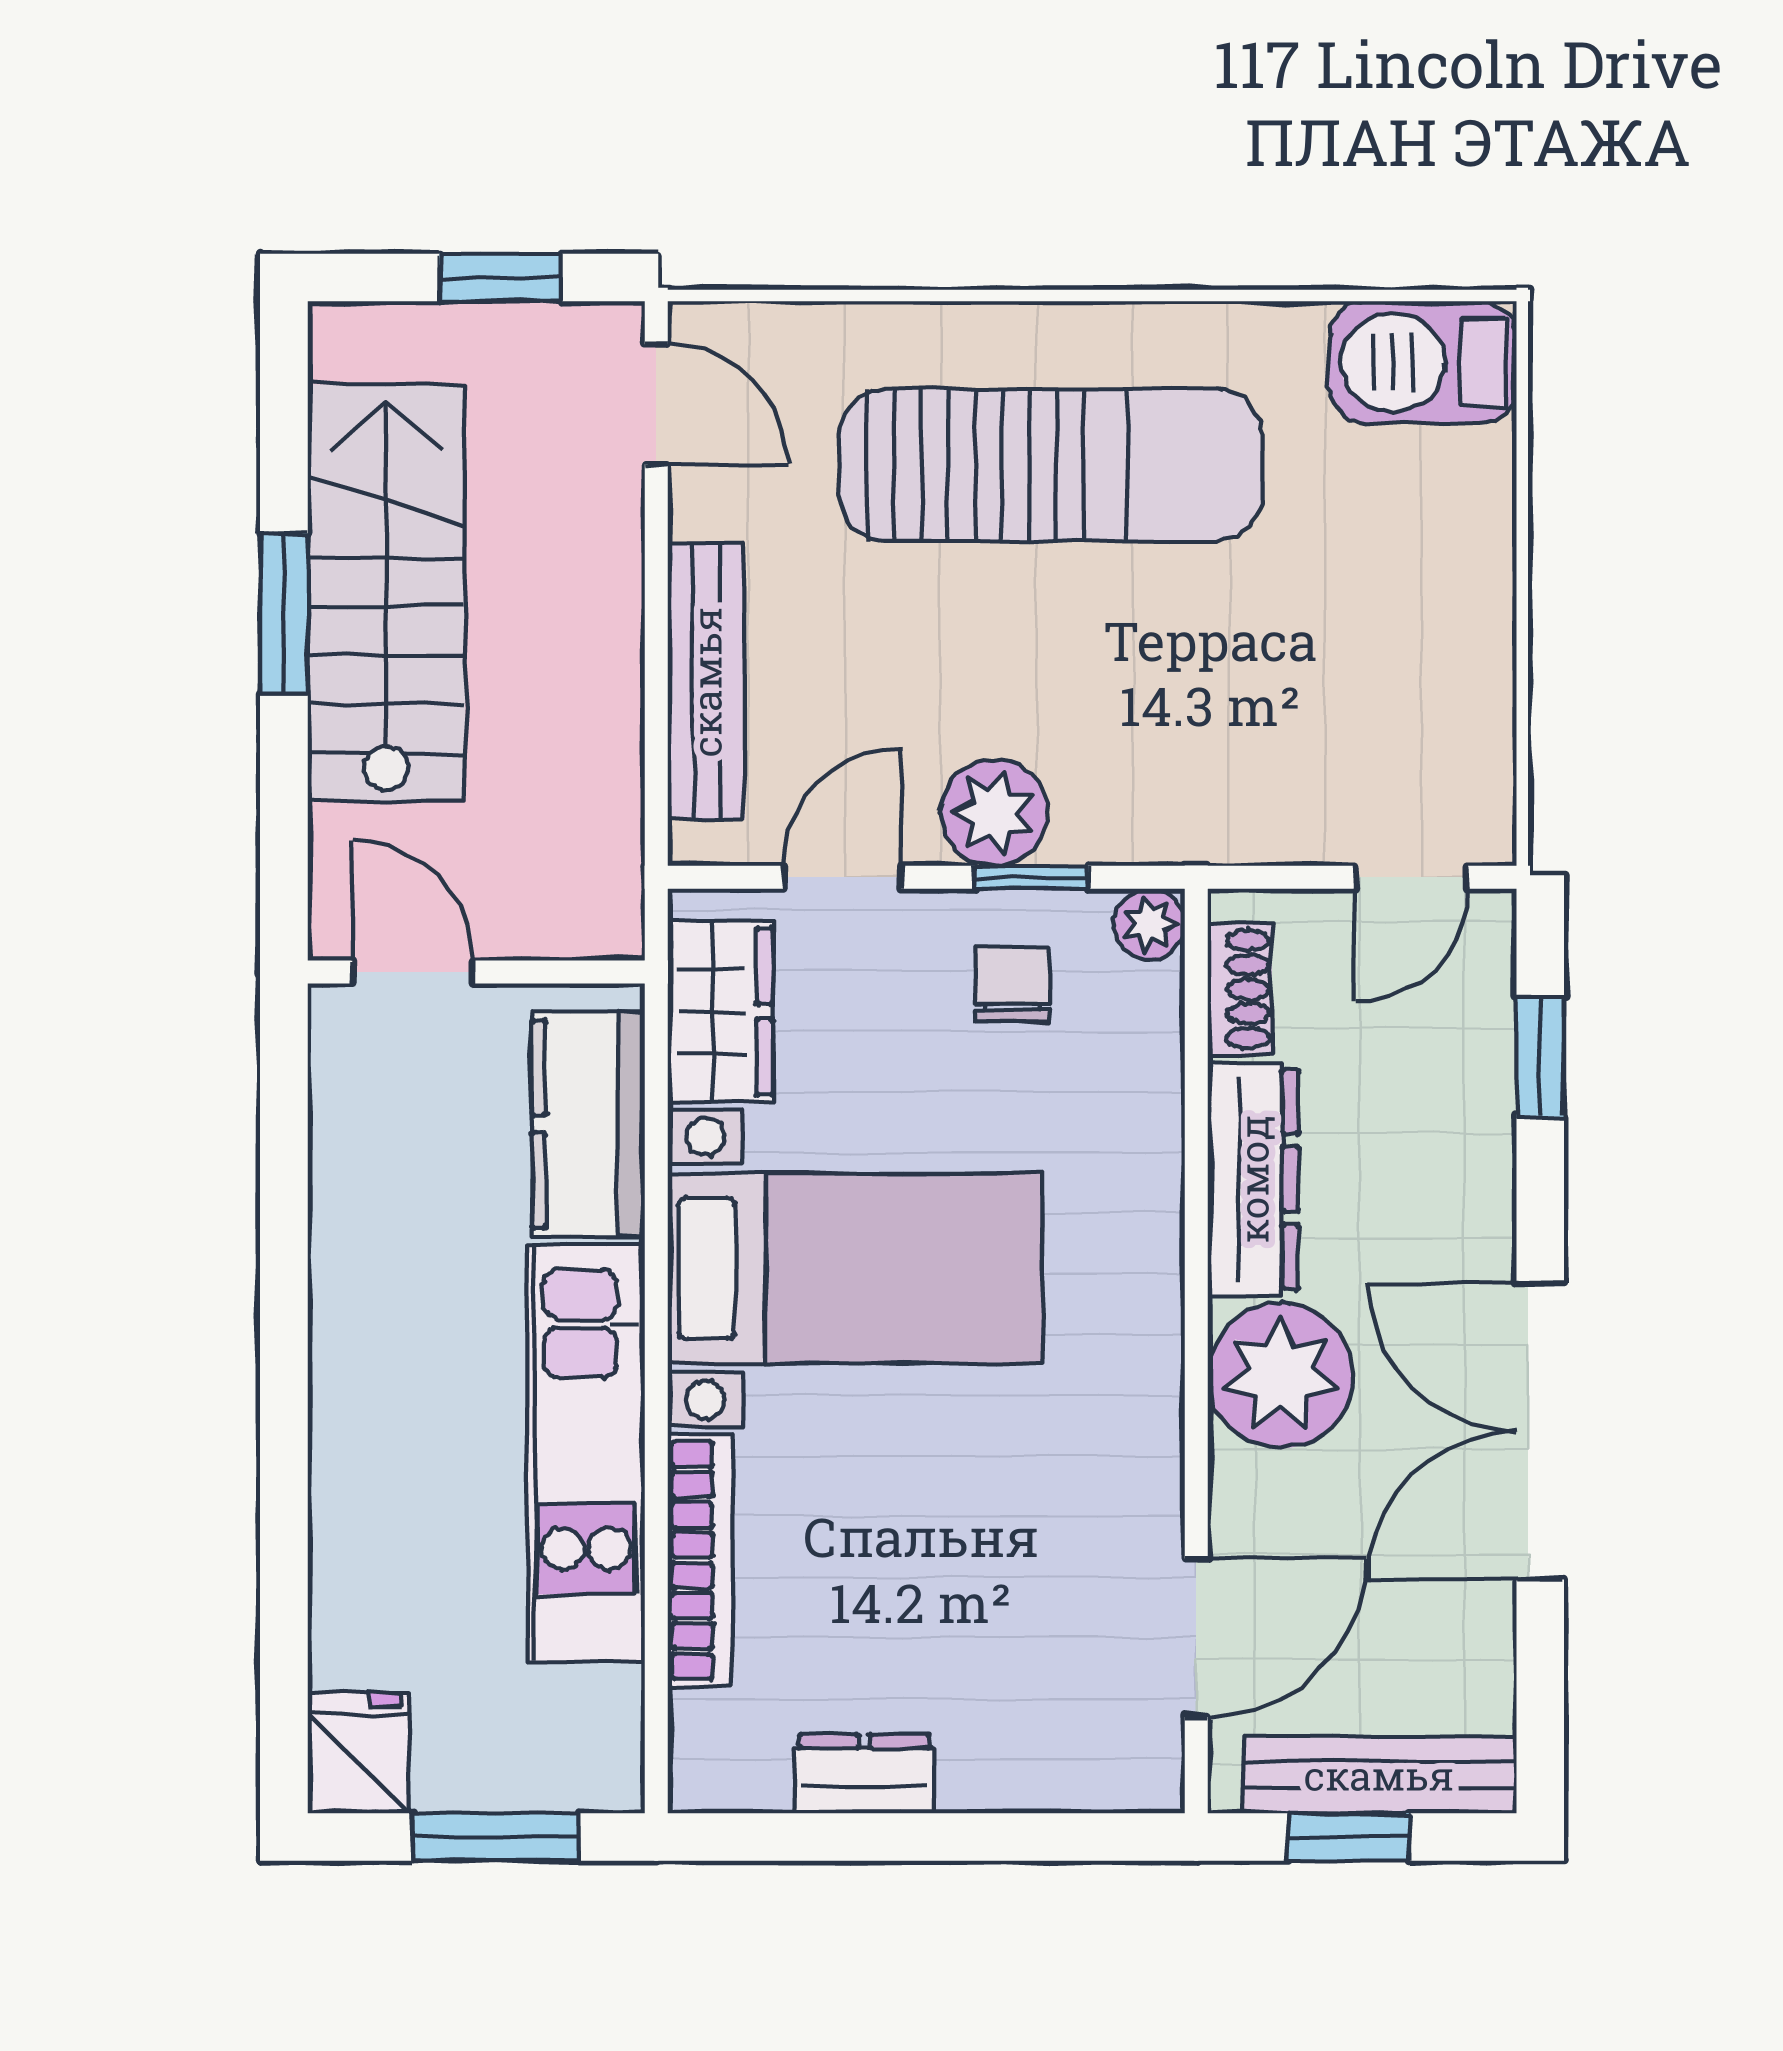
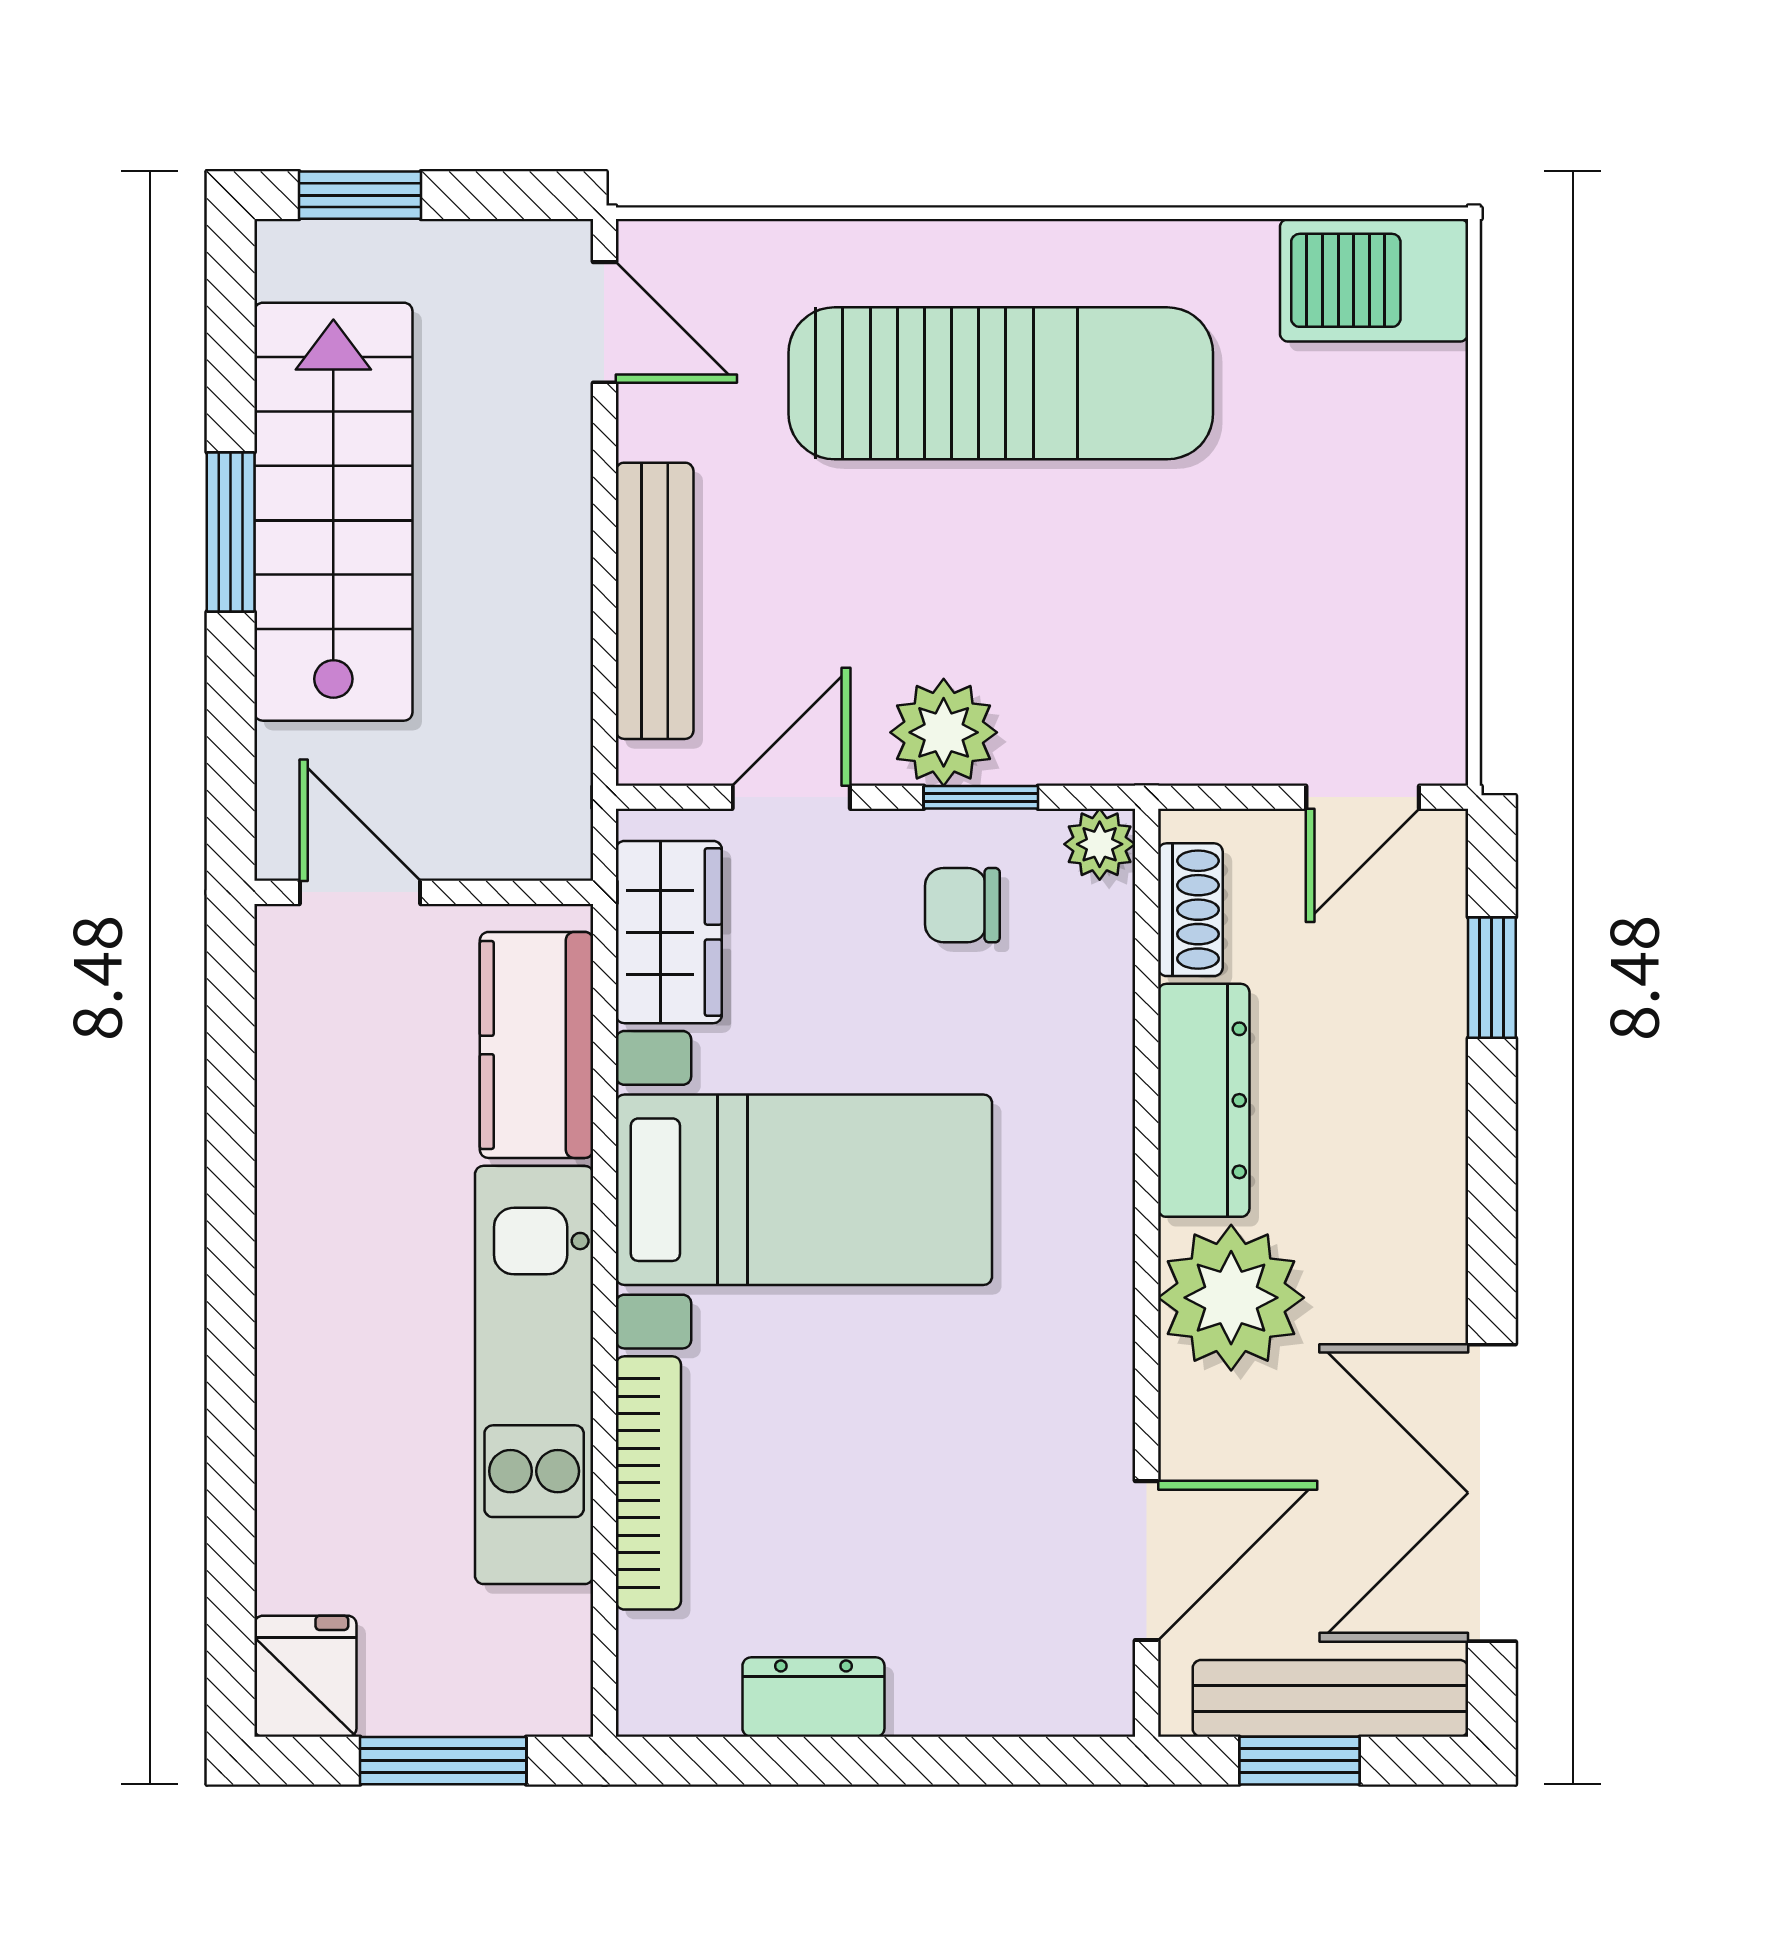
window: (500, 278) -> (360, 195), moved
chair: (1013, 985) -> (962, 905), turned -90
double door: (1540, 1432) -> (1492, 1493), moved

